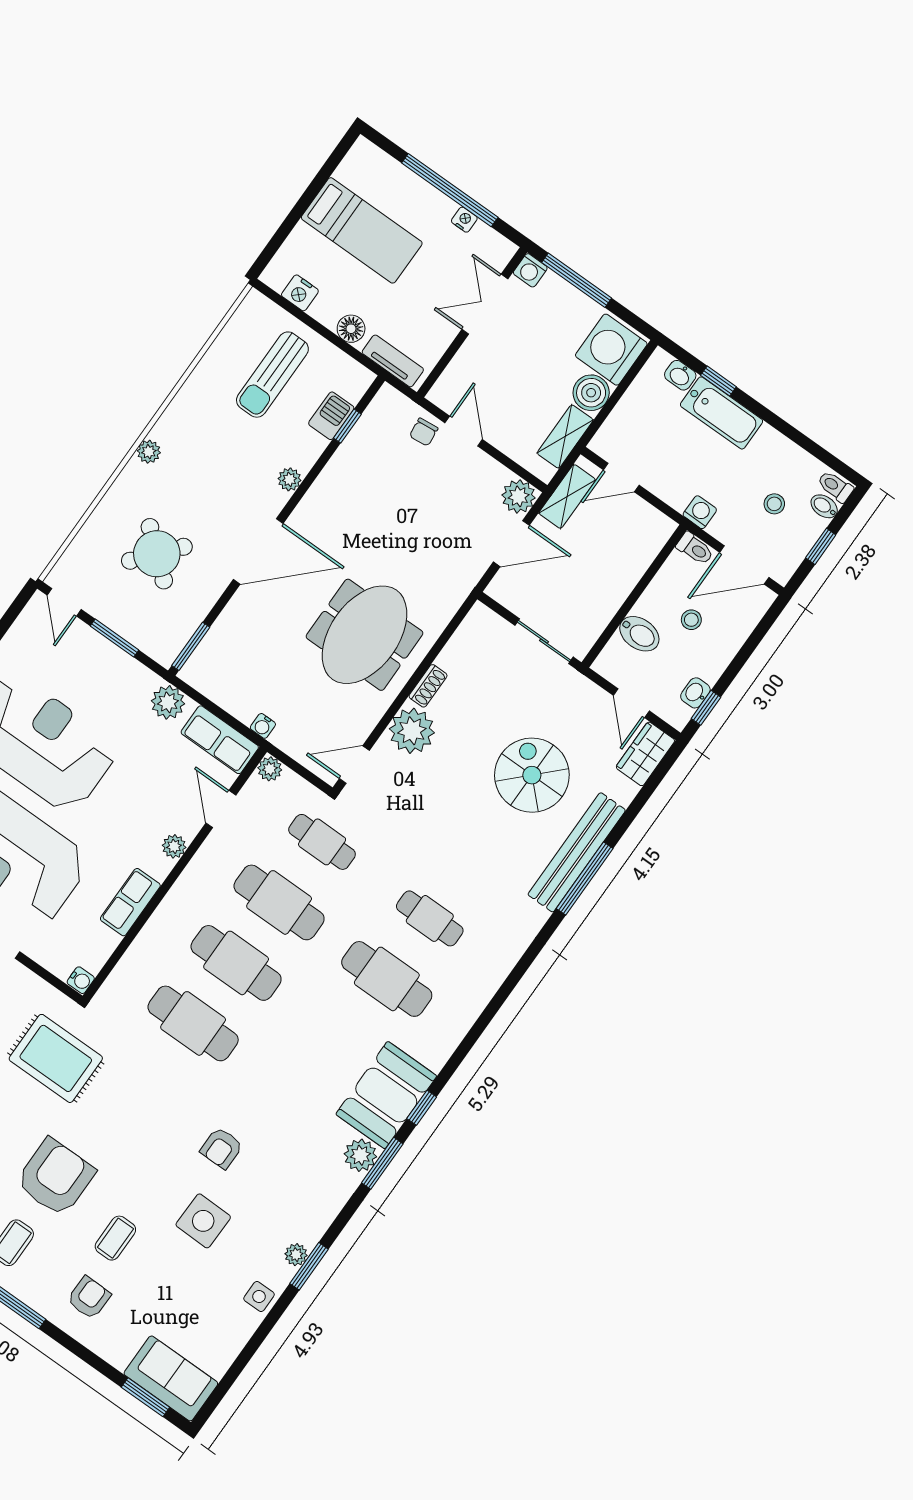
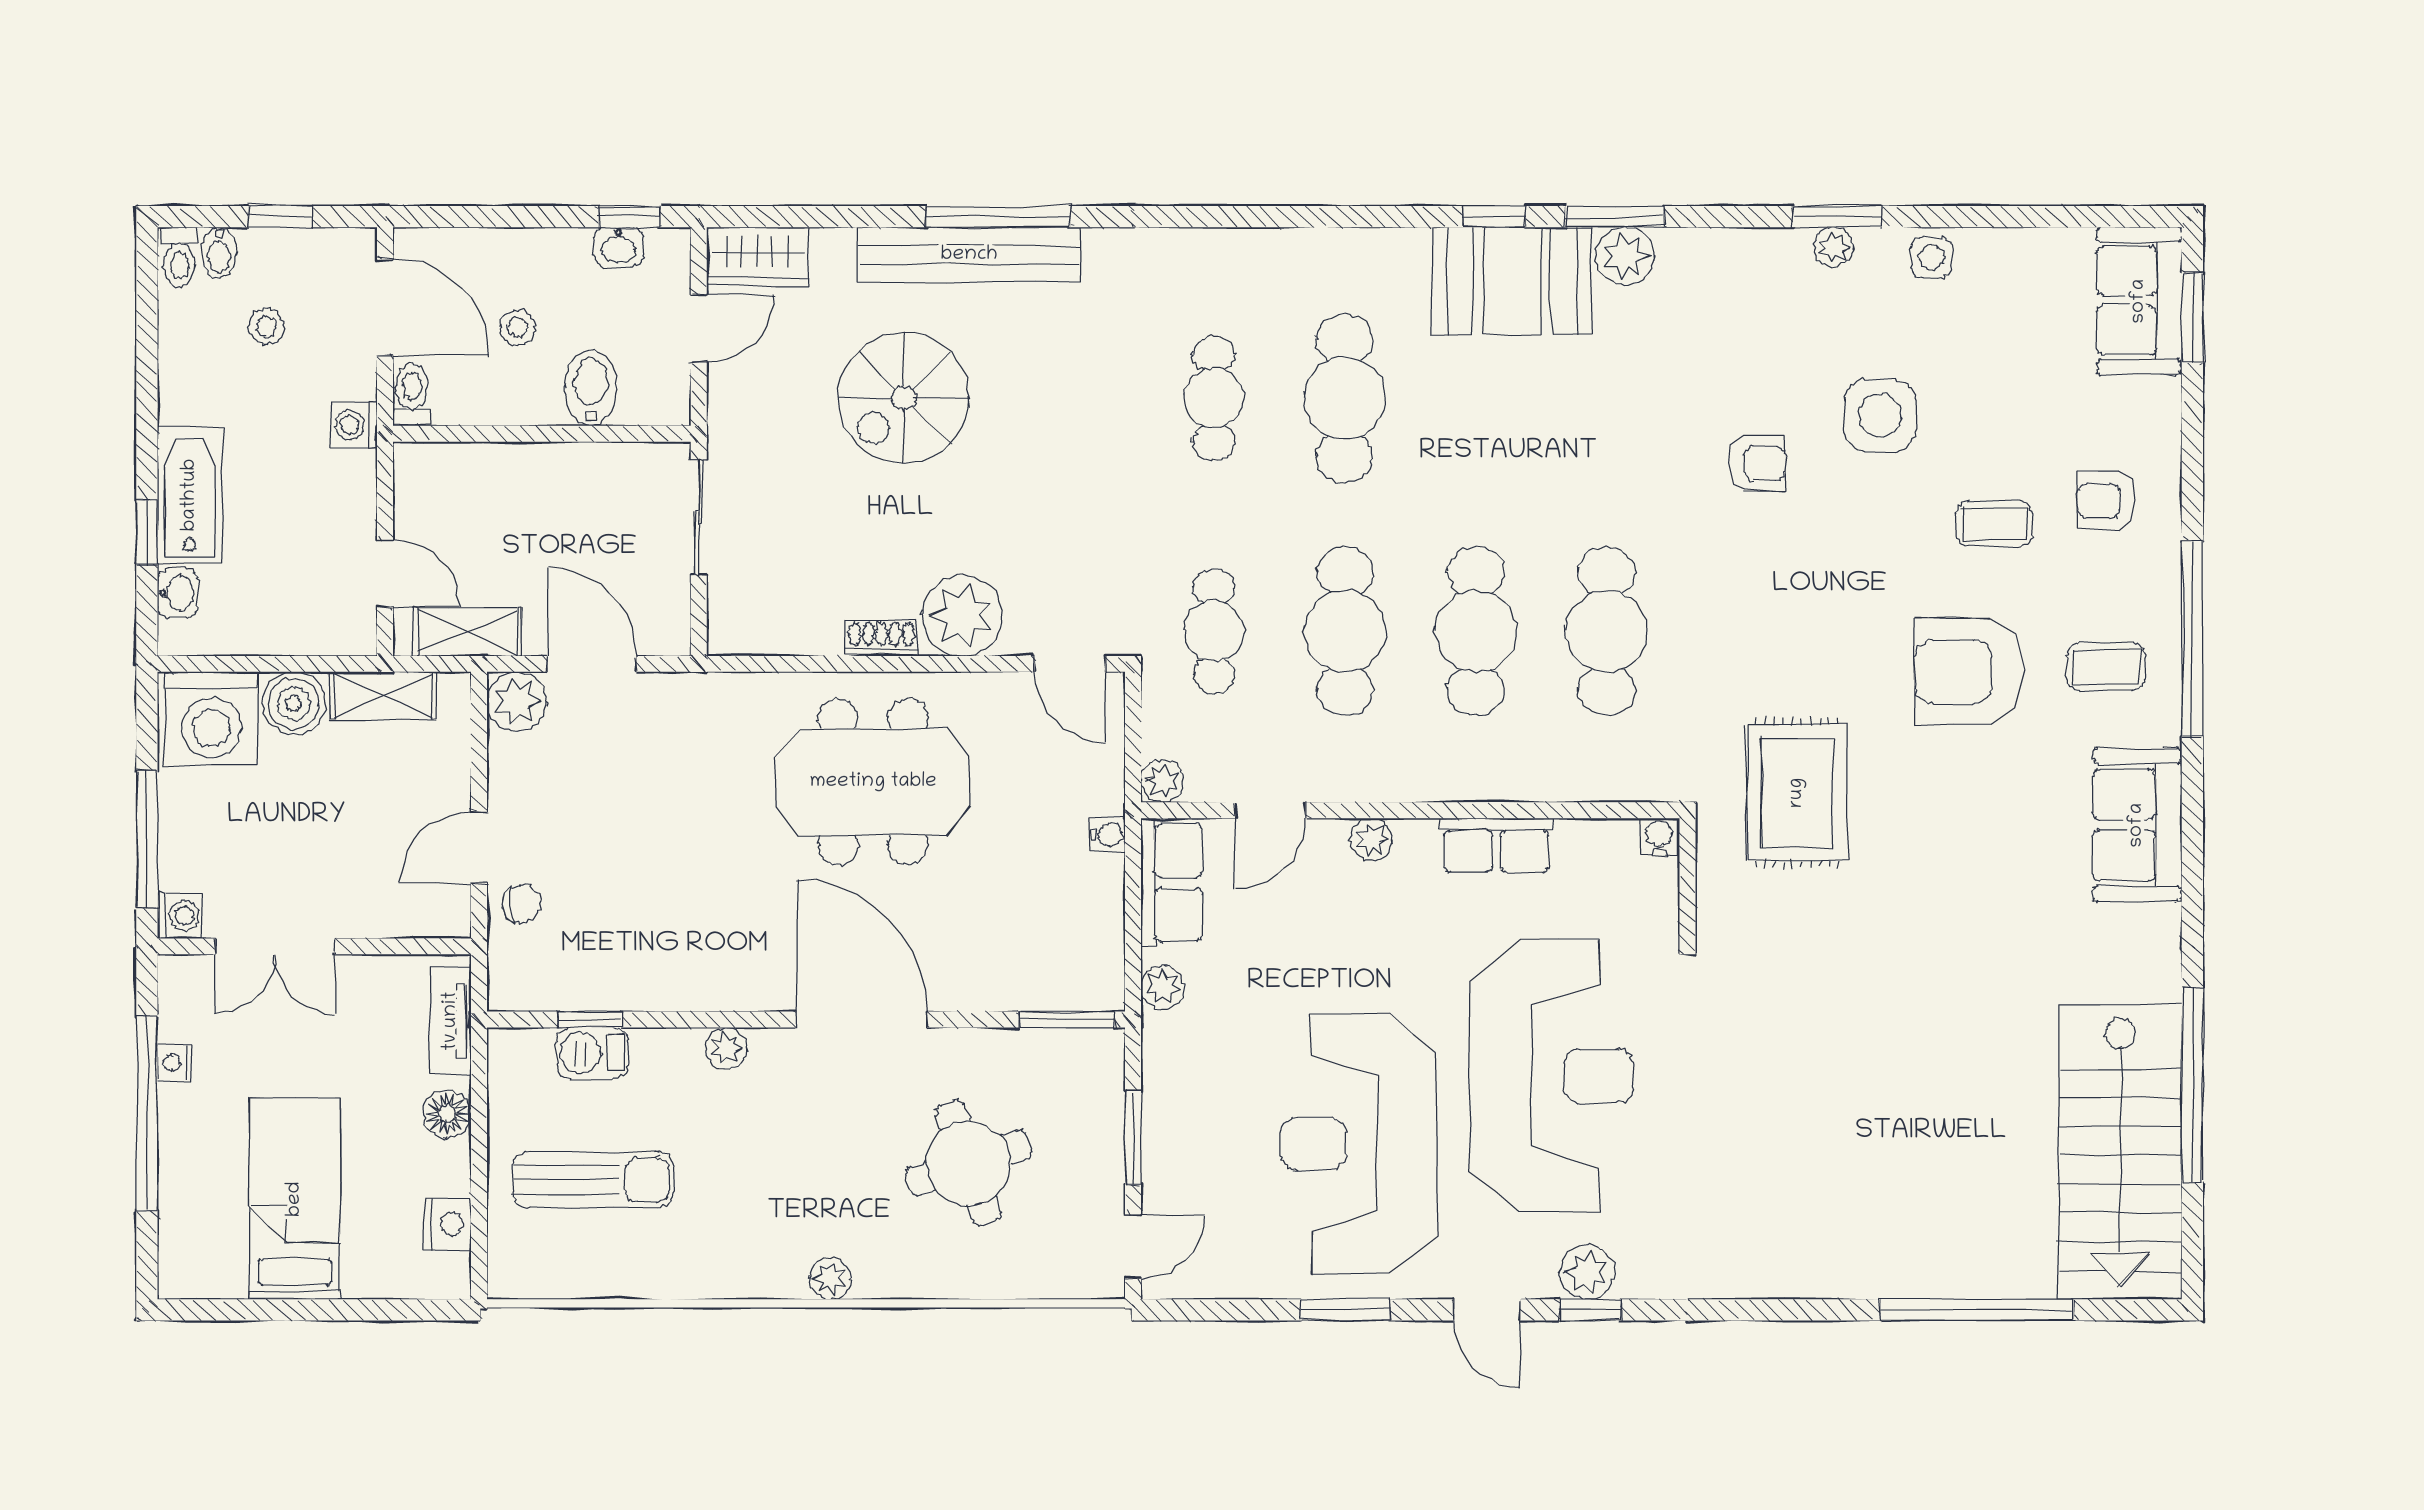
round table: (157, 554) -> (969, 1163), turned 31
plant: (168, 702) -> (1163, 987), width x0.73, depth x0.73

